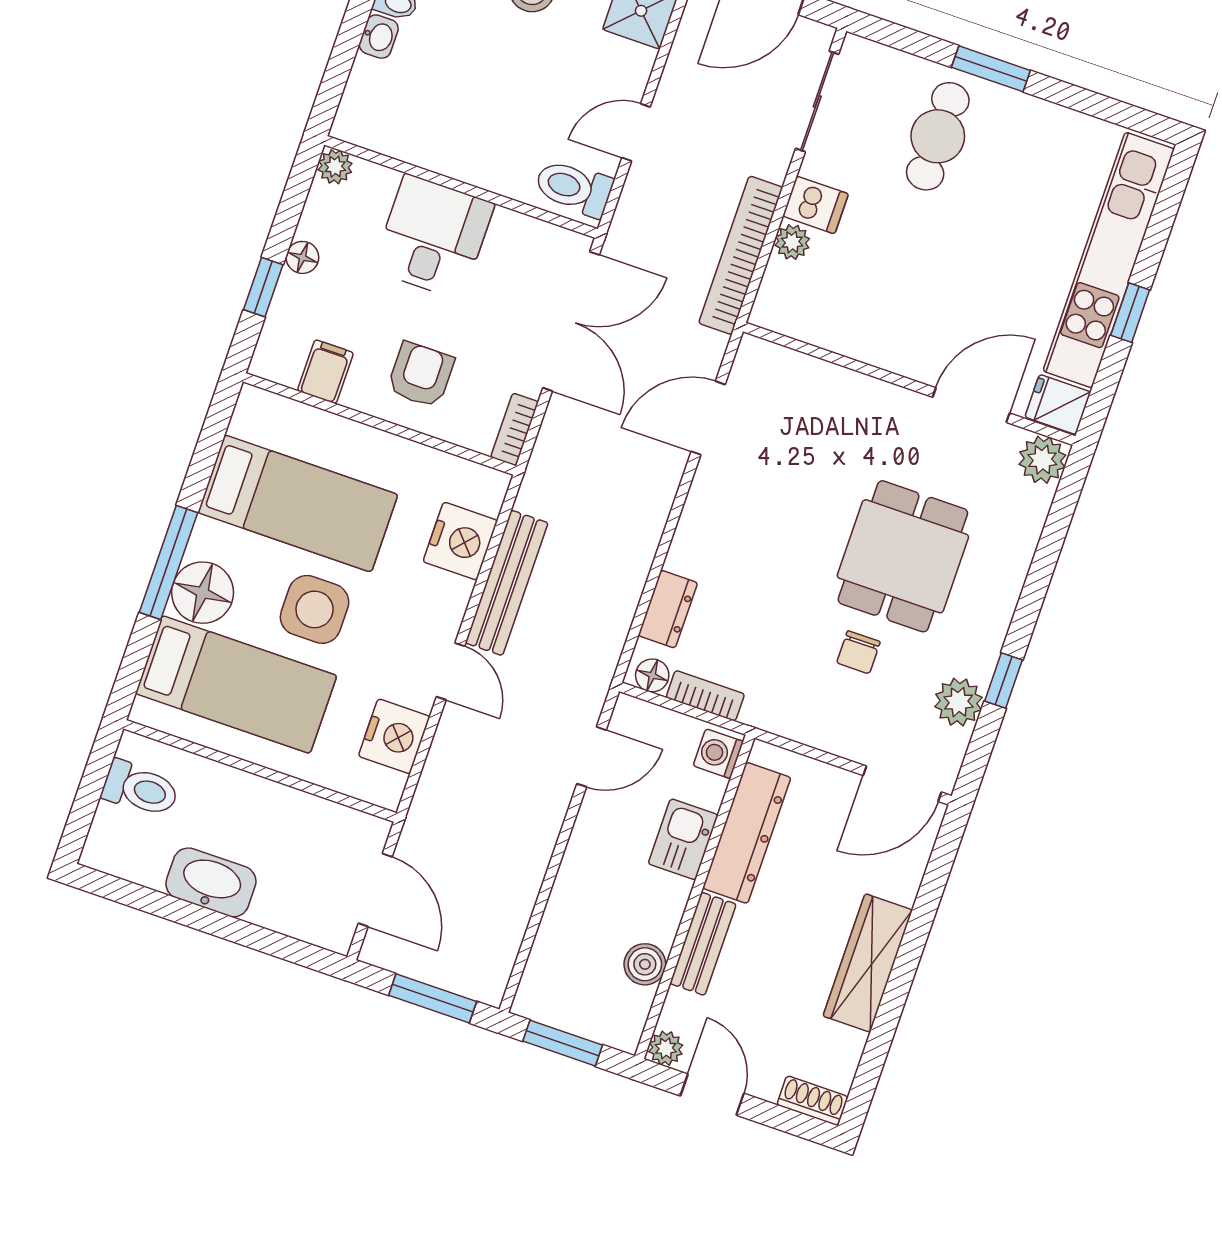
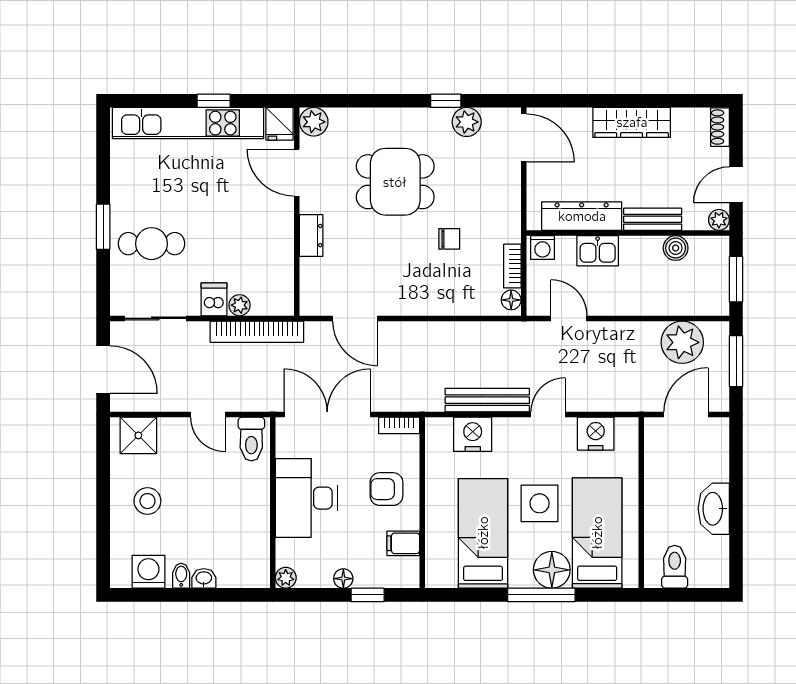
desk: (433, 237) -> (306, 498), width x1.37
dresser: (668, 609) -> (311, 236), moved, turned 90
chair: (858, 652) -> (449, 239), moved
plant: (492, 923) -> (682, 342), added

